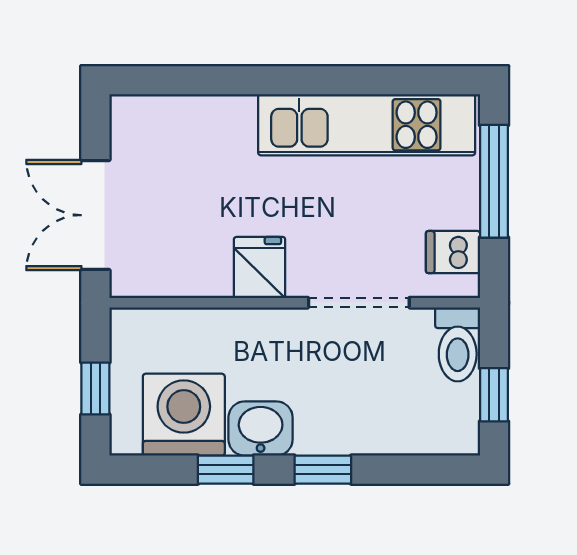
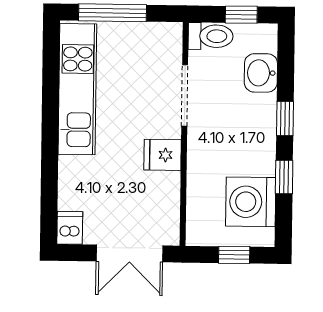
dishwasher: (453, 252) -> (70, 228), moved, turned 180
washbasin: (261, 429) -> (261, 73), moved

